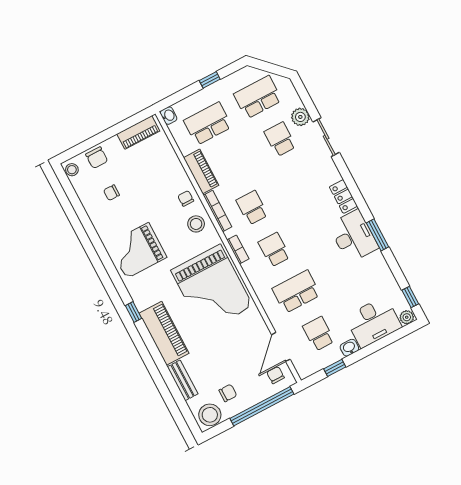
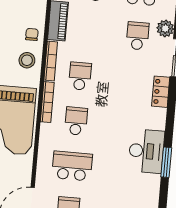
locker: (343, 196) -> (161, 92), moved
bookcase: (238, 249) -> (47, 102), width x1.56

